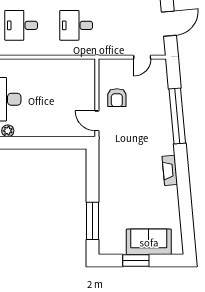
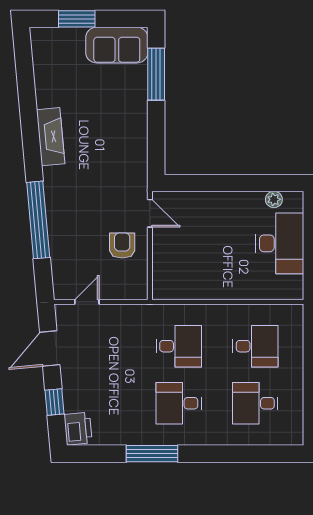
fireplace: (170, 170) -> (51, 137), width x1.37, depth x1.32
sofa: (149, 242) -> (117, 45), moved
window: (136, 261) -> (77, 19), moved

